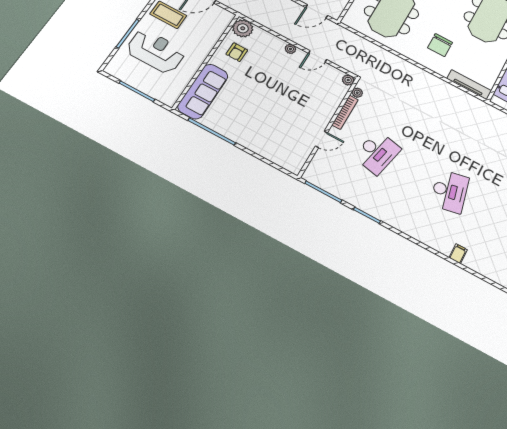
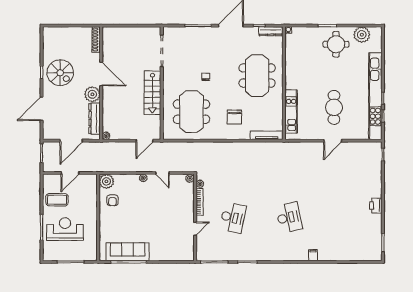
door: (318, 56) -> (162, 173), hinge flipped
sofa: (203, 91) -> (128, 252), moved, turned -90

